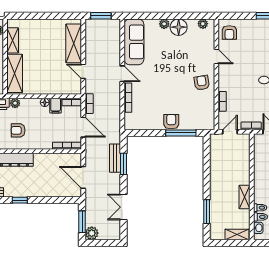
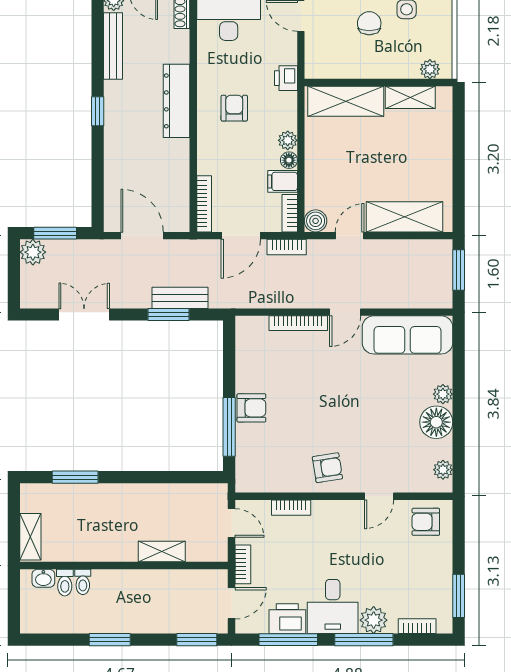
boiler: (76, 89) -> (316, 221), added
plant: (15, 103) -> (288, 140), moved
door: (83, 177) -> (142, 236), hinge flipped
shelving: (245, 197) -> (162, 552), moved

